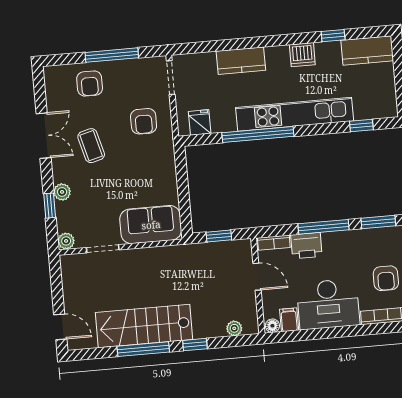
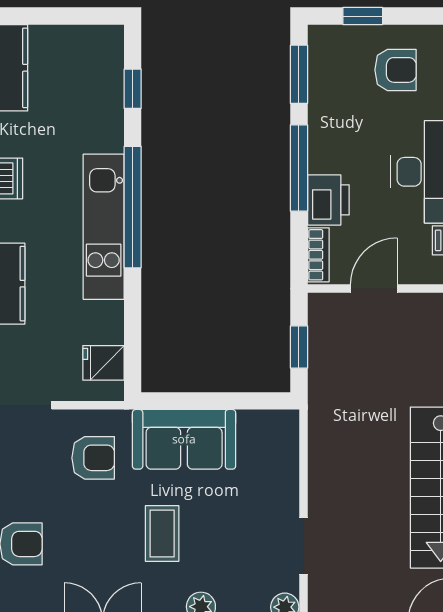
kitchen unit: (295, 114) -> (104, 227), width x0.73
window: (258, 135) -> (133, 207), moved
coffee table: (91, 146) -> (162, 533), moved, turned -75
sofa: (151, 225) -> (184, 439), moved, turned -90

